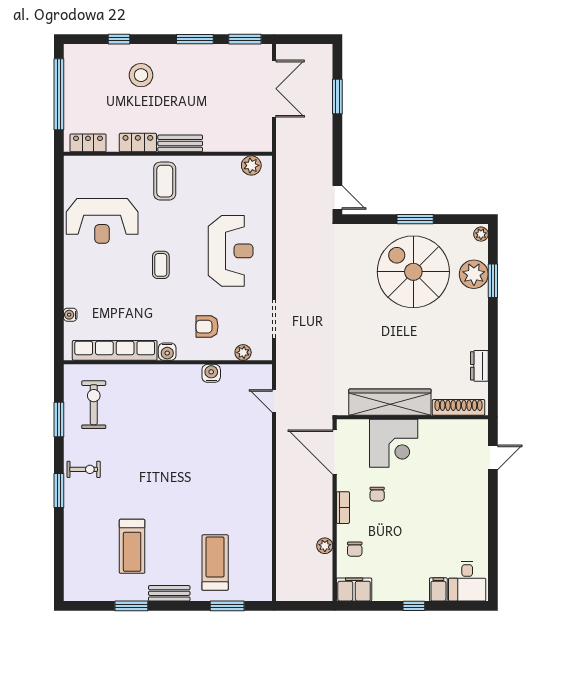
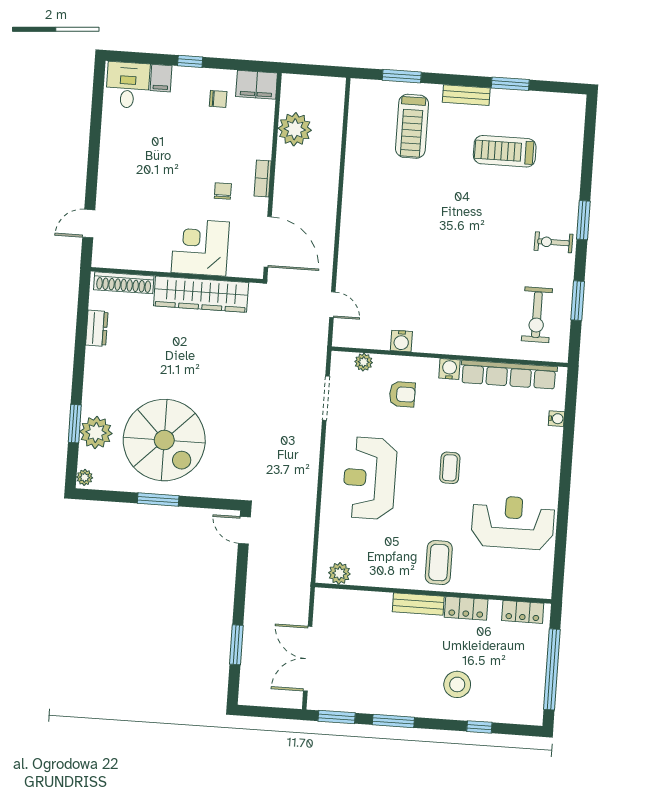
treadmill: (132, 546) -> (505, 151), turned -90
plant: (325, 546) -> (295, 129), width x1.87, depth x1.87
chair: (355, 549) -> (218, 99), moved, turned 90

